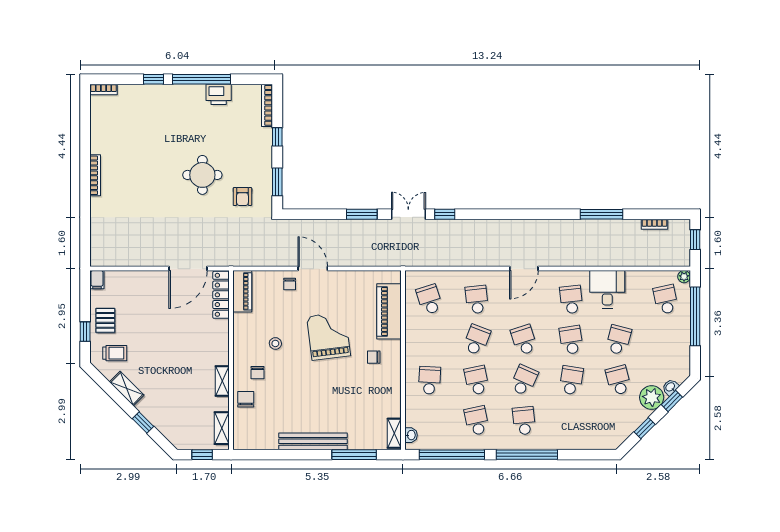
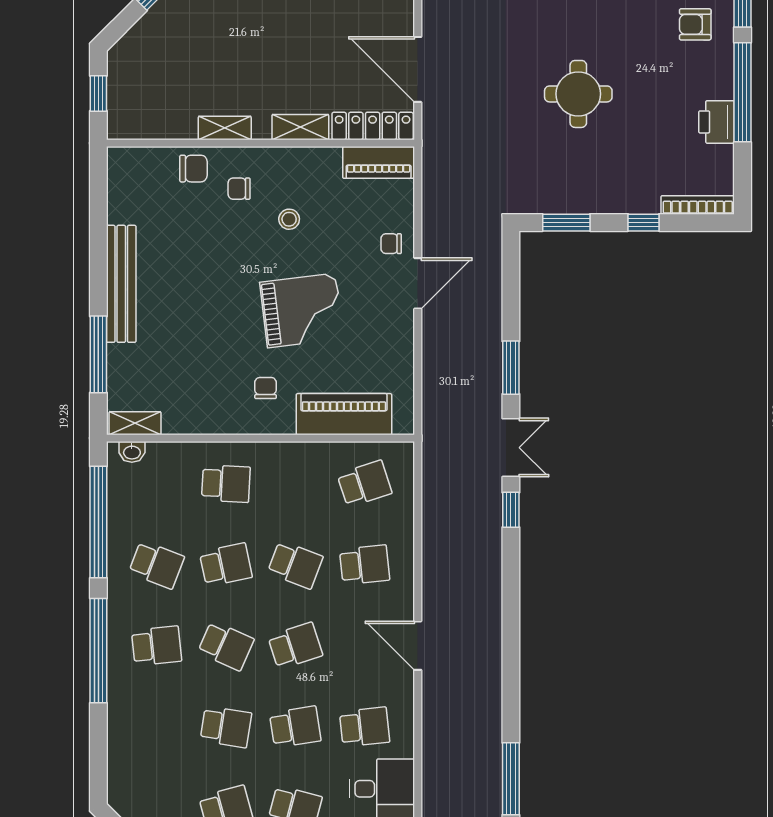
armchair: (242, 197) -> (695, 24), moved
school desk: (477, 421) -> (157, 565), turned 33
shelving: (222, 428) -> (300, 127), moved

